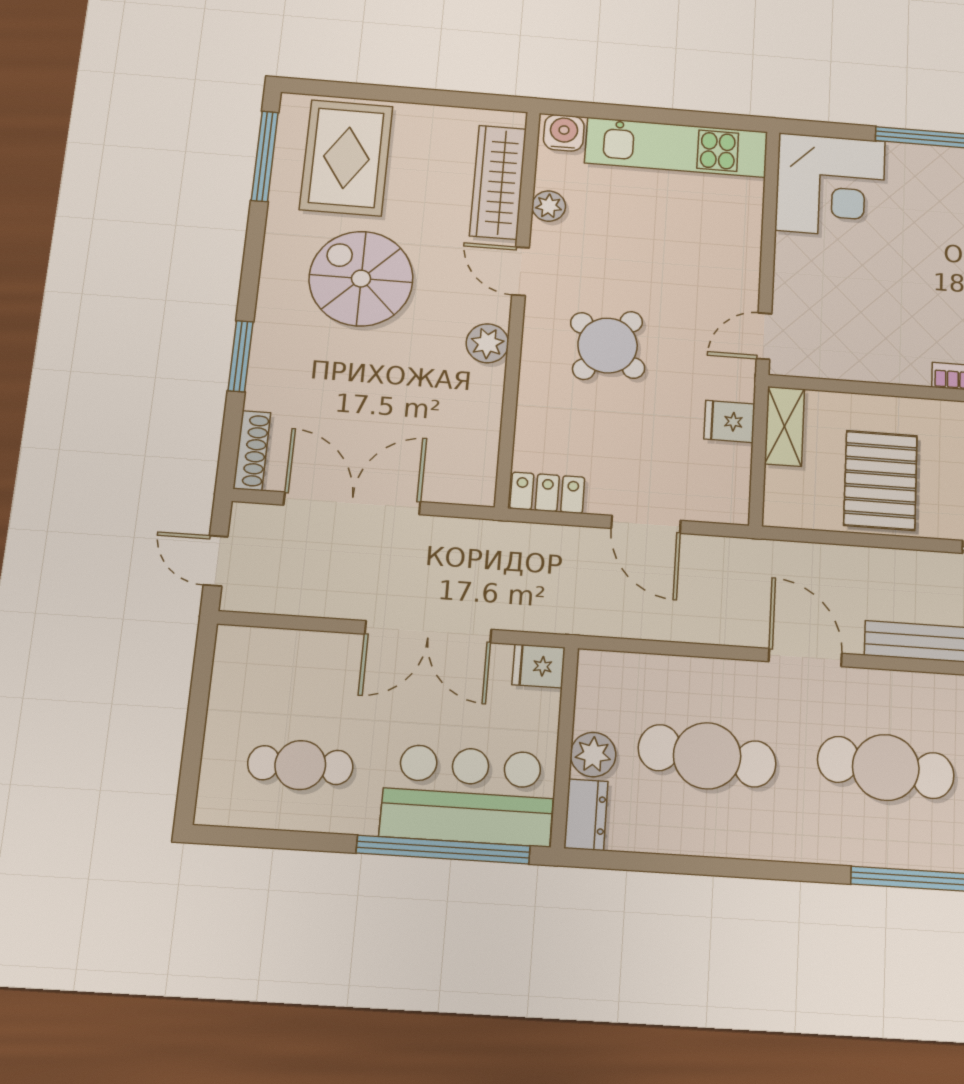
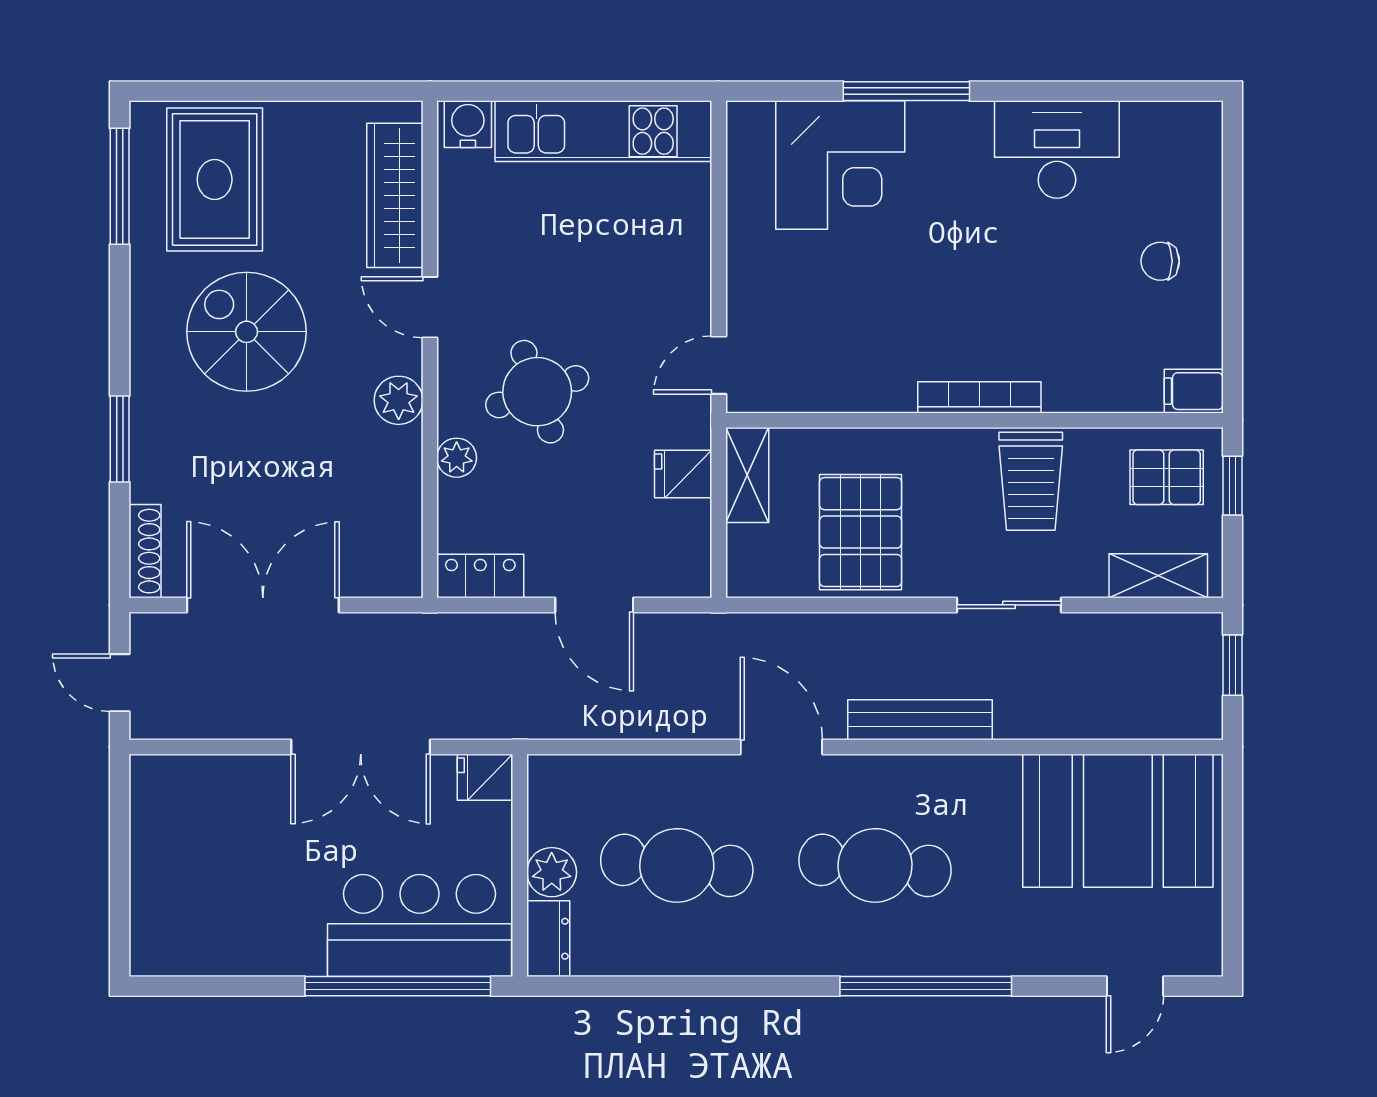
corner desk: (830, 186) -> (840, 165), moved
plant: (549, 206) -> (457, 458), moved
round table: (608, 345) -> (537, 392), turned 32
cafe table: (300, 765) -> (236, 905), removed

